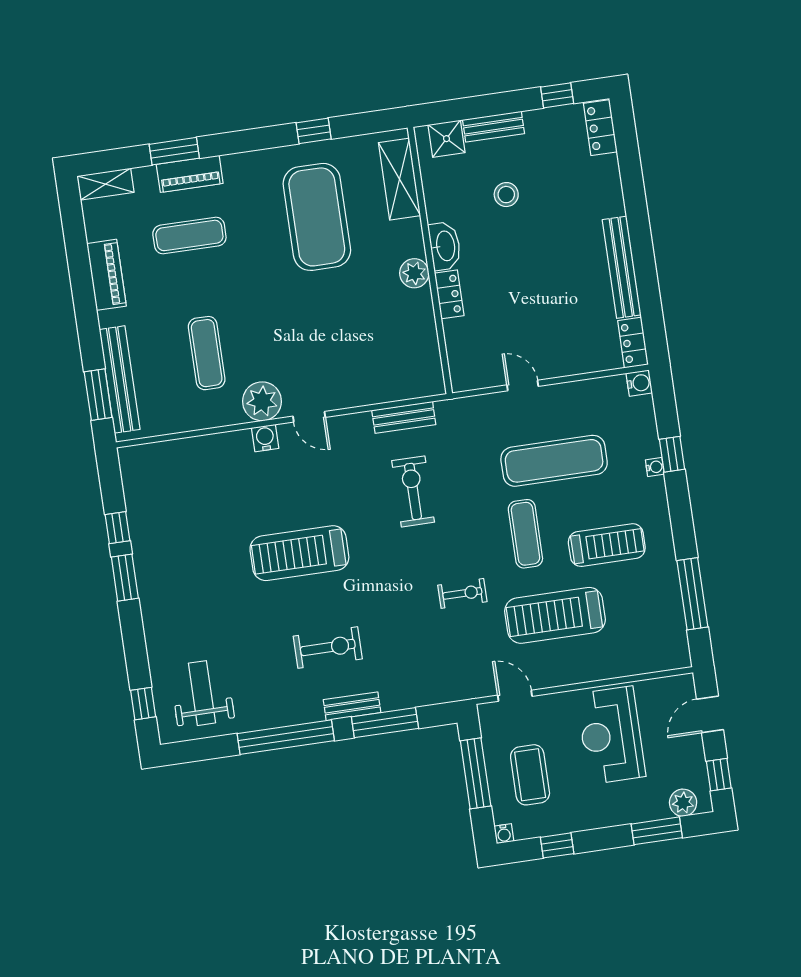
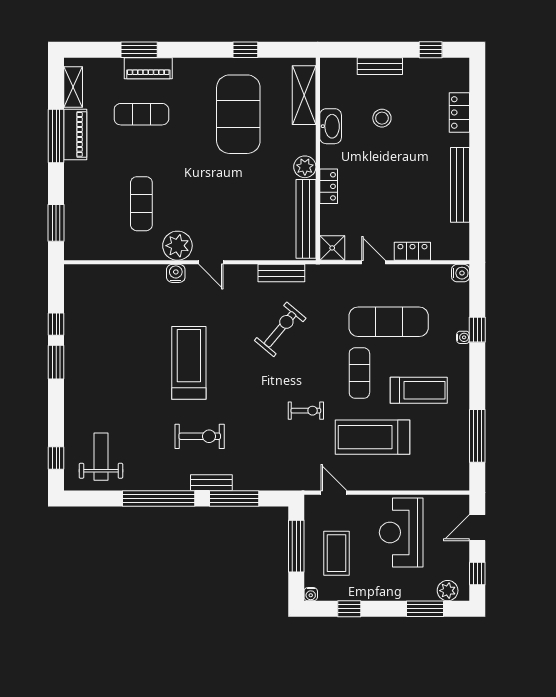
locker: (600, 128) -> (459, 112), moved
shower: (446, 139) -> (332, 248), moved
shelving: (105, 184) -> (73, 87), moved, turned 90
washbasin: (445, 246) -> (331, 126), moved
window: (81, 280) -> (56, 136), added
locker: (633, 343) -> (412, 251), moved, turned 90
bench: (120, 379) -> (306, 219), moved
exercise bike: (413, 491) -> (280, 329), turned 40
treadmill: (299, 553) -> (189, 363), turned 90

